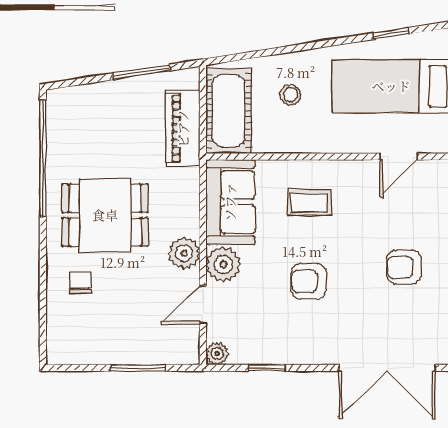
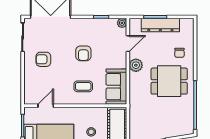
piano: (183, 128) -> (136, 118), removed
plant: (223, 264) -> (119, 60), removed
armchair: (404, 267) -> (43, 59), turned 180
armchair: (309, 281) -> (83, 53), turned 90
dresser: (126, 349) -> (160, 25), added

